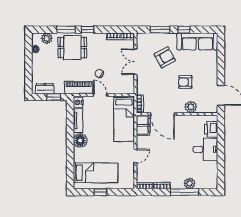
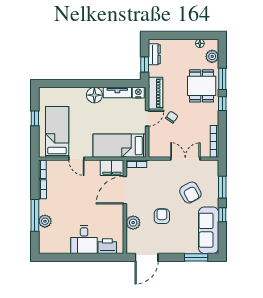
window: (221, 52) -> (196, 257), added
bed: (96, 173) -> (57, 132), moved, turned 180

